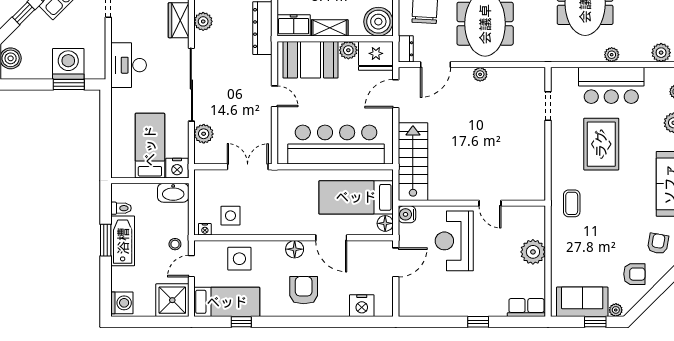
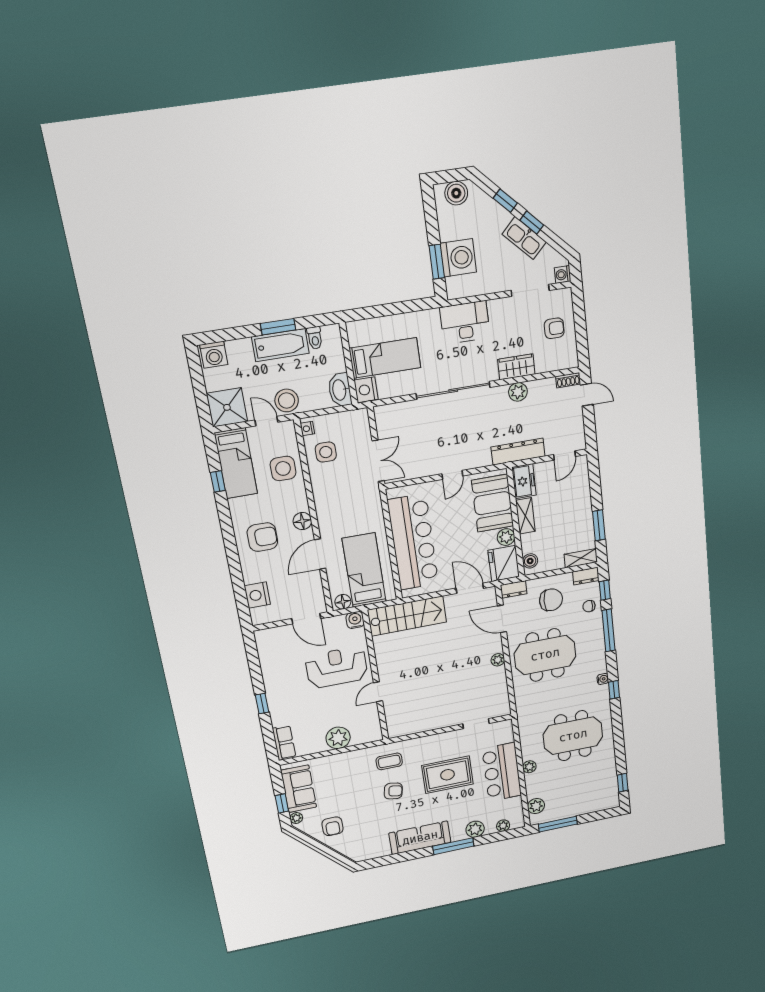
boiler: (378, 22) -> (530, 561), width x0.54, depth x0.54
plant: (204, 134) -> (405, 411), removed
stool: (175, 244) -> (287, 401), width x1.89, depth x1.89
armchair: (658, 244) -> (393, 791), moved

